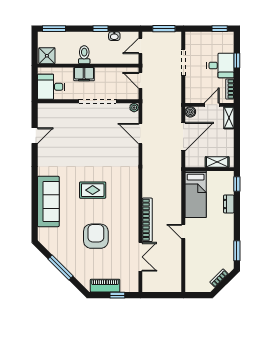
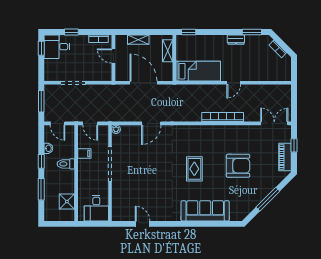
window: (54, 29) -> (41, 189), moved
toilet: (84, 55) -> (66, 164), moved
shower: (47, 56) -> (67, 202), moved
desk: (220, 66) -> (57, 47), moved, turned -90
filing cabinet: (84, 74) -> (84, 154), moved, width x0.50
door: (140, 80) -> (90, 123), hinge flipped
boiler: (190, 112) -> (120, 76), removed
shelving: (229, 118) -> (138, 40), moved
door: (140, 134) -> (151, 123), moved
dresser: (229, 204) -> (236, 40), moved
armchair: (96, 236) -> (238, 166), turned 180
double door: (140, 257) -> (274, 123), moved

